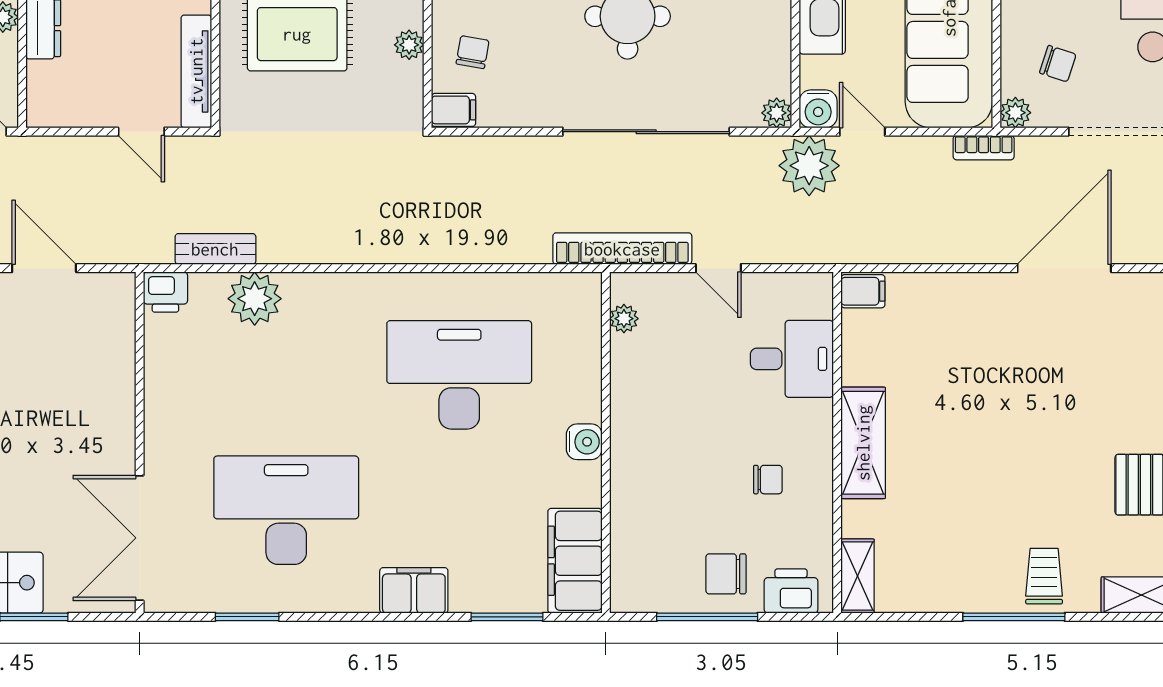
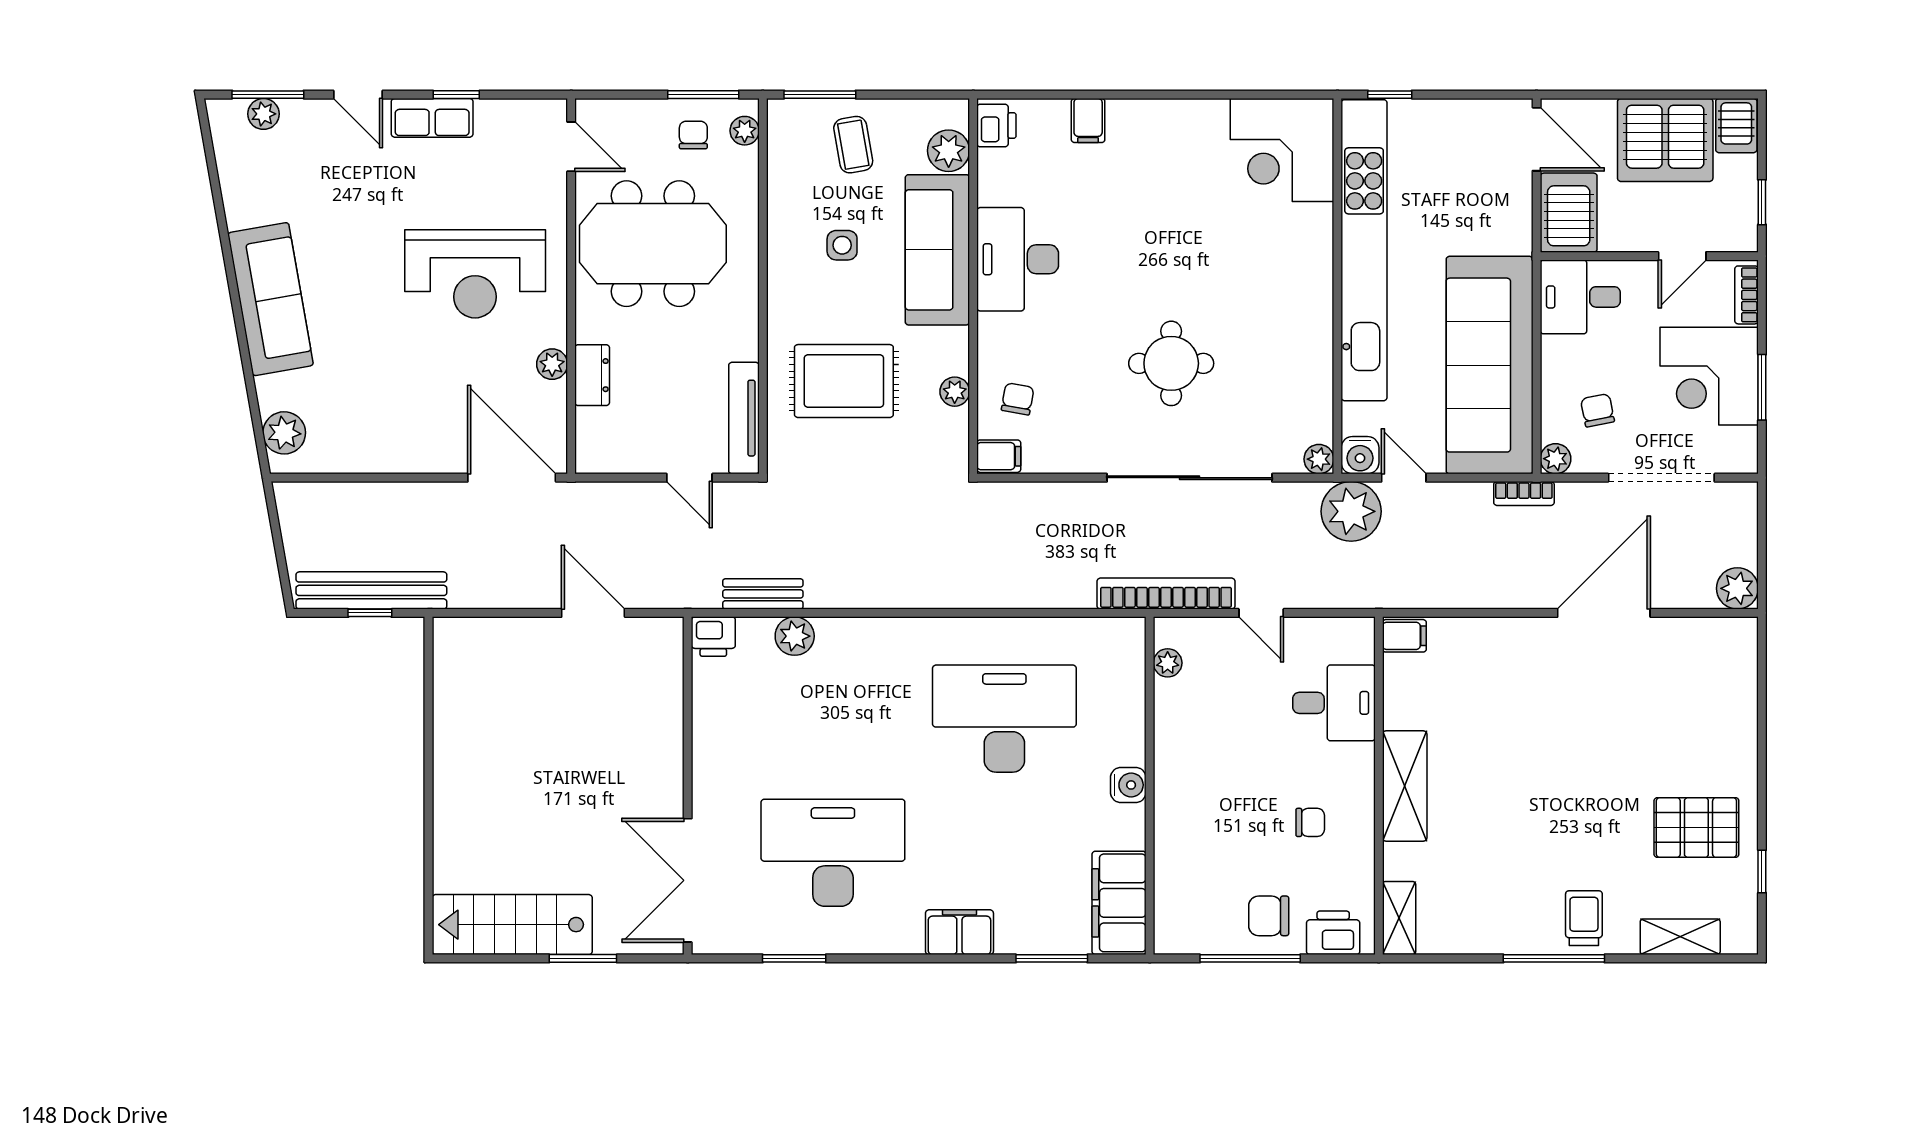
chair: (1058, 64) -> (1597, 410), turned -119
plant: (255, 299) -> (795, 636), width x0.73, depth x0.73

